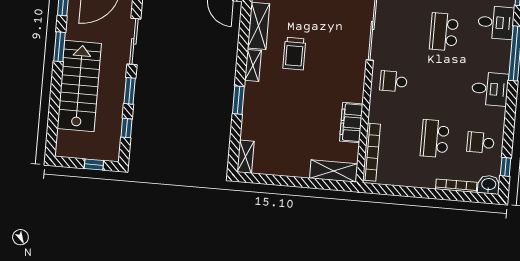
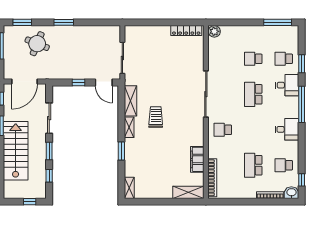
trolley: (294, 54) -> (156, 117), turned 180

